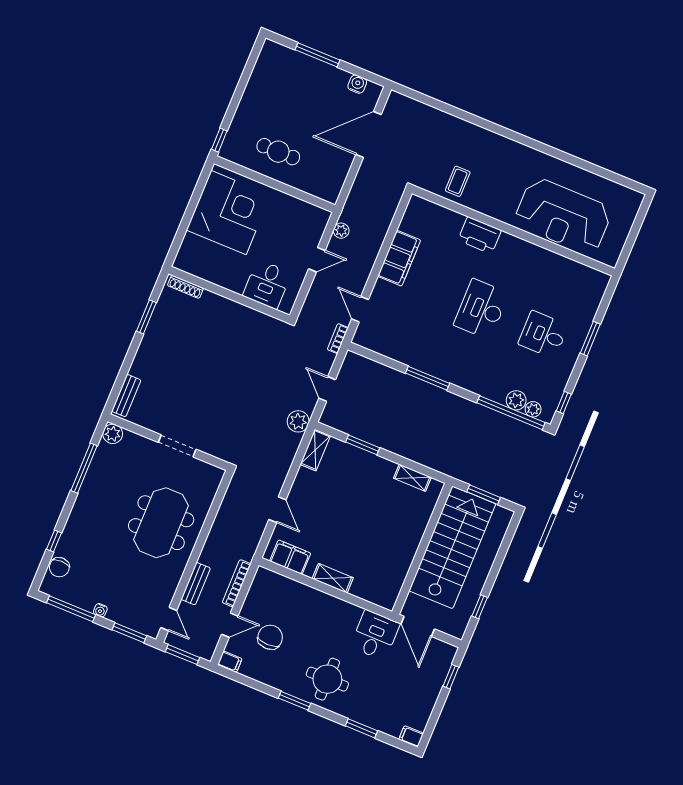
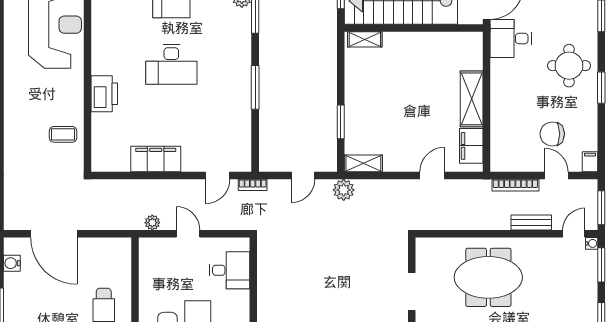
shelving: (412, 478) -> (365, 39), moved, turned 90
shelving: (333, 578) -> (472, 99), width x1.50, depth x1.33
water cooler: (100, 610) -> (592, 243), moved

